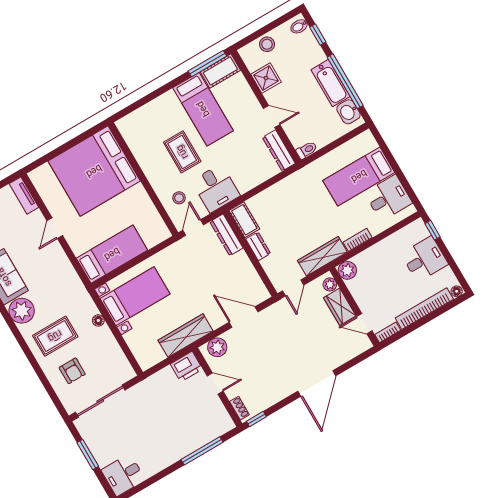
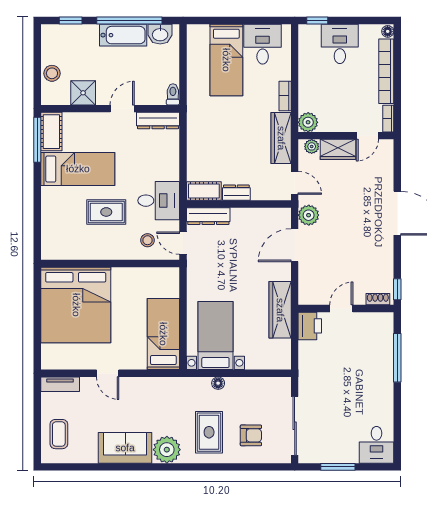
bidet: (299, 26) -> (53, 33), removed
plant: (217, 347) -> (309, 215), moved

